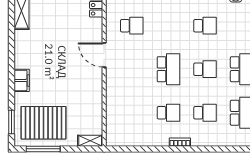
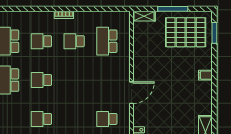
door: (104, 55) -> (131, 93), hinge flipped
school desk: (168, 69) -> (107, 41), moved
filing cabinet: (22, 80) -> (205, 75), width x0.50
window: (43, 149) -> (173, 9), moved

